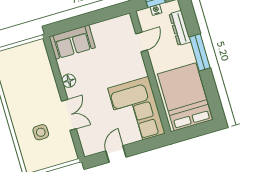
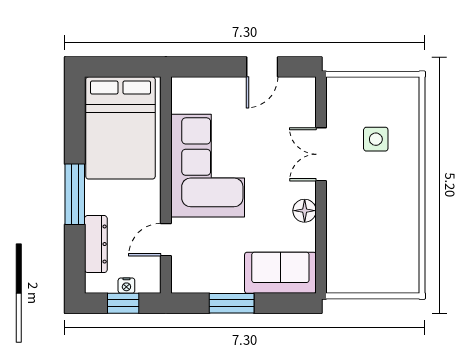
window: (94, 17) -> (232, 303), added
corner sofa: (136, 111) -> (208, 166), moved

